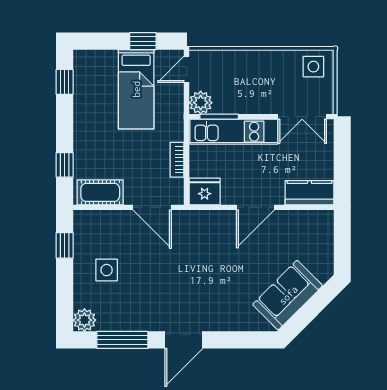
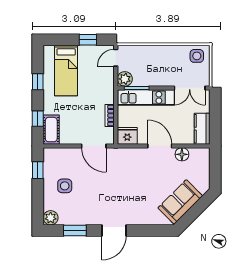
window: (65, 82) -> (38, 82), moved
bed: (136, 89) -> (66, 70), moved
cot: (100, 192) -> (51, 130), moved, turned 90
kitchen counter: (309, 193) -> (202, 129), moved, turned -90
door: (255, 207) -> (160, 146), swing flipped
floor lamp: (290, 221) -> (182, 154), added
window: (122, 340) -> (75, 231), width x0.69

